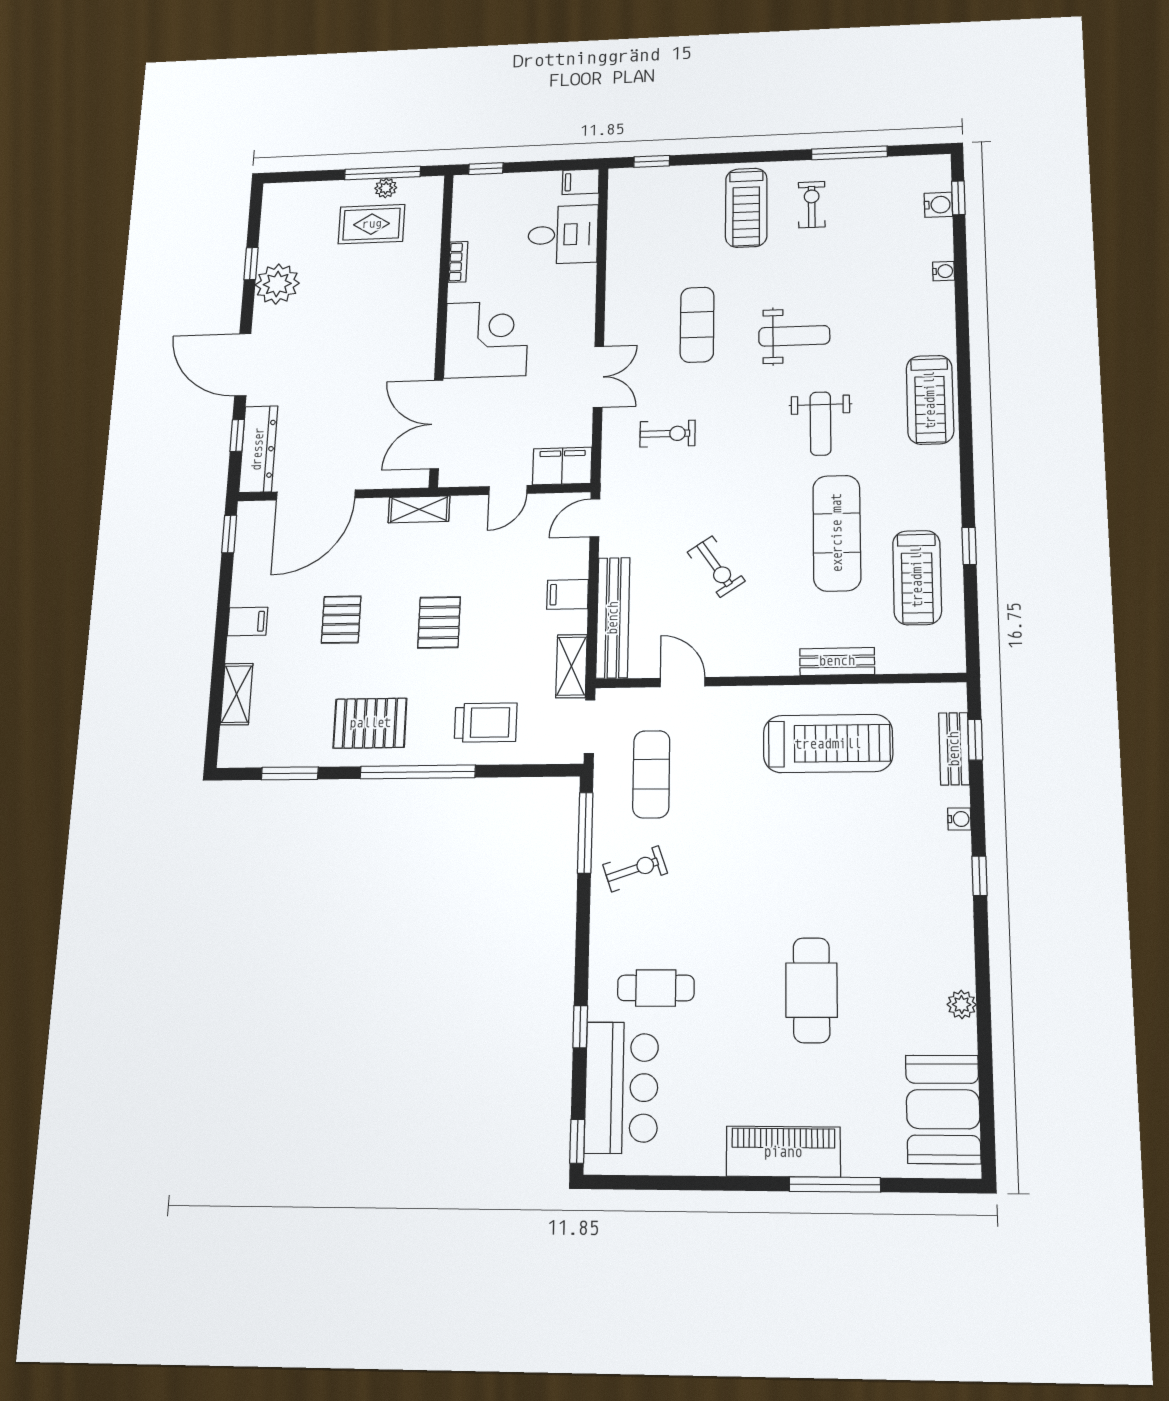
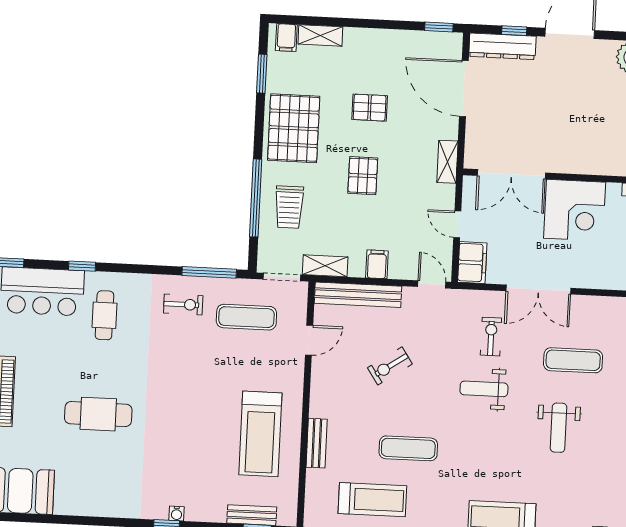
double door: (598, 377) -> (538, 290), width x1.37
double door: (436, 424) -> (511, 174), swing flipped
weight bench: (821, 424) -> (484, 389), moved
exercise bike: (668, 434) -> (491, 337), turned 180
exercise mat: (837, 533) -> (408, 448), width x0.73, depth x0.69
treadmill: (917, 577) -> (372, 500), turned 180
filing cabinet: (248, 622) -> (286, 38), moved
pallet: (439, 622) -> (363, 176), turned 90
pallet: (370, 723) -> (294, 128), width x1.37, depth x1.41
window: (418, 772) -> (256, 198), moved
water cooler: (959, 819) -> (177, 513), moved
exercise bike: (635, 869) -> (183, 304), turned -71
plant: (962, 1005) -> (85, 507), removed

